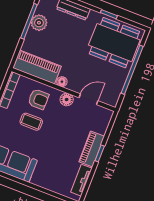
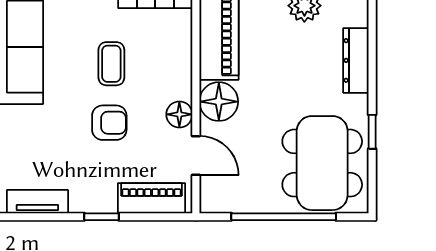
floor lamp: (62, 82) -> (219, 102), width x1.89, depth x1.89
armchair: (38, 99) -> (109, 123), moved, turned -90
piano: (92, 149) -> (151, 198), moved

